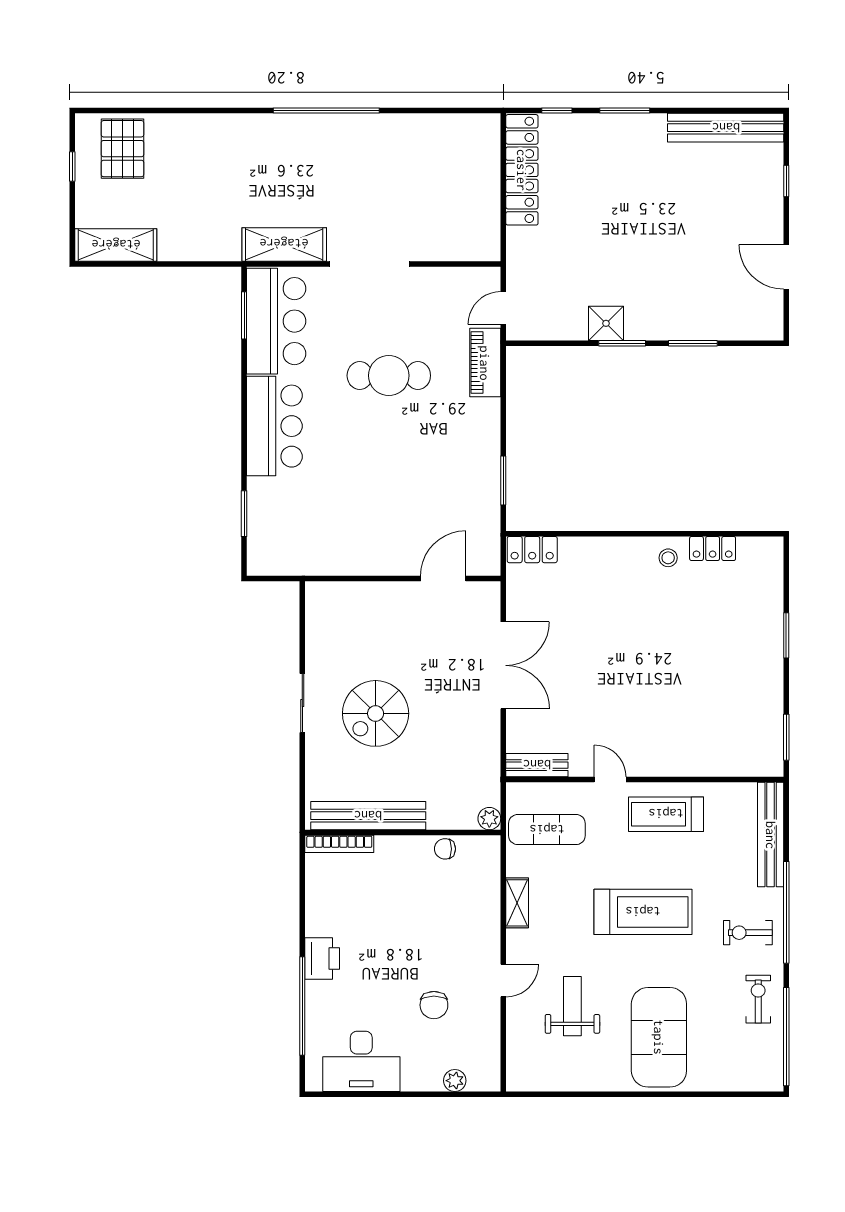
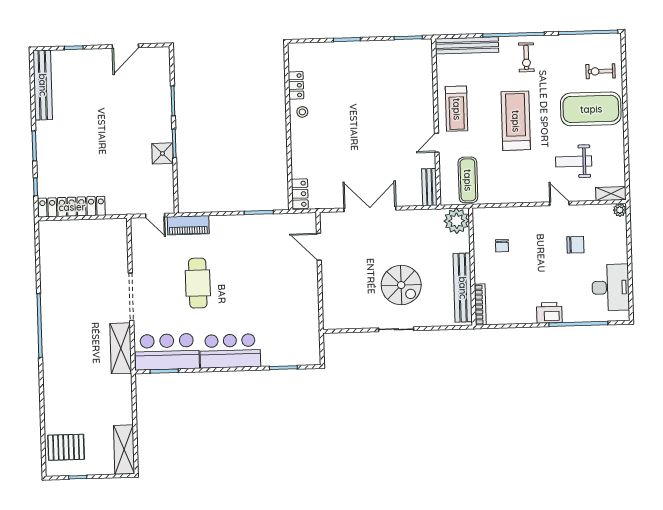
plant: (489, 819) -> (457, 221), width x1.87, depth x1.87
chair: (445, 849) -> (502, 246), moved
shelving: (517, 903) -> (611, 194), moved
exercise bike: (758, 999) -> (601, 71), moved
plant: (455, 1081) -> (620, 210), moved

